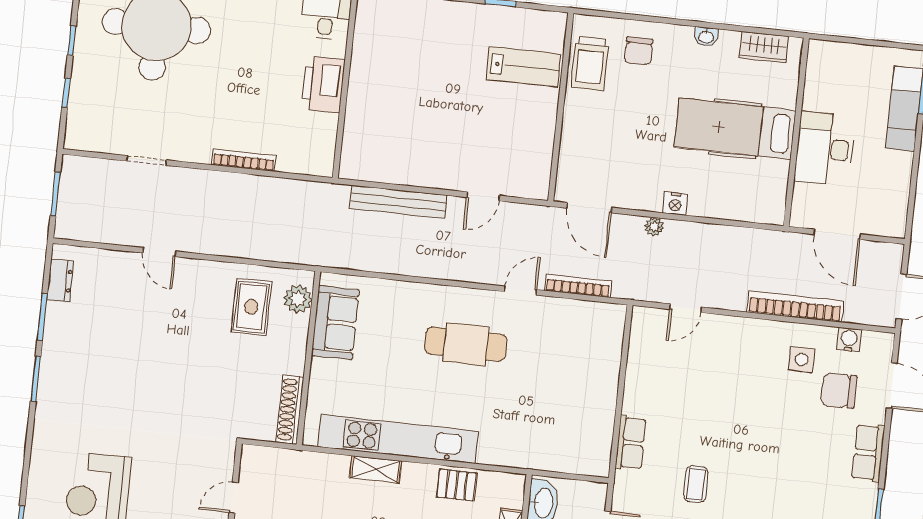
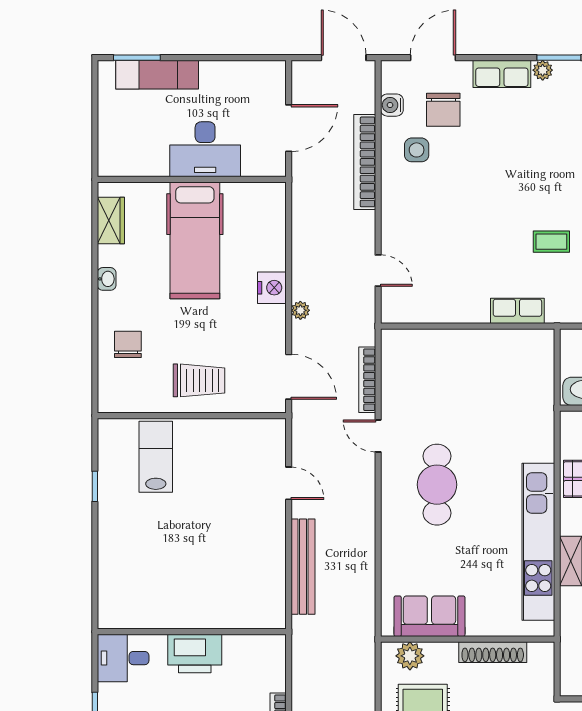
chair: (639, 51) -> (128, 344), turned -90
trolley: (590, 63) -> (199, 380), moved
nightstand: (675, 204) -> (272, 288), width x1.36, depth x1.33
door: (589, 208) -> (289, 377), hinge flipped
shoe rack: (290, 410) -> (493, 652), moved
plant: (868, 494) -> (543, 70), added

